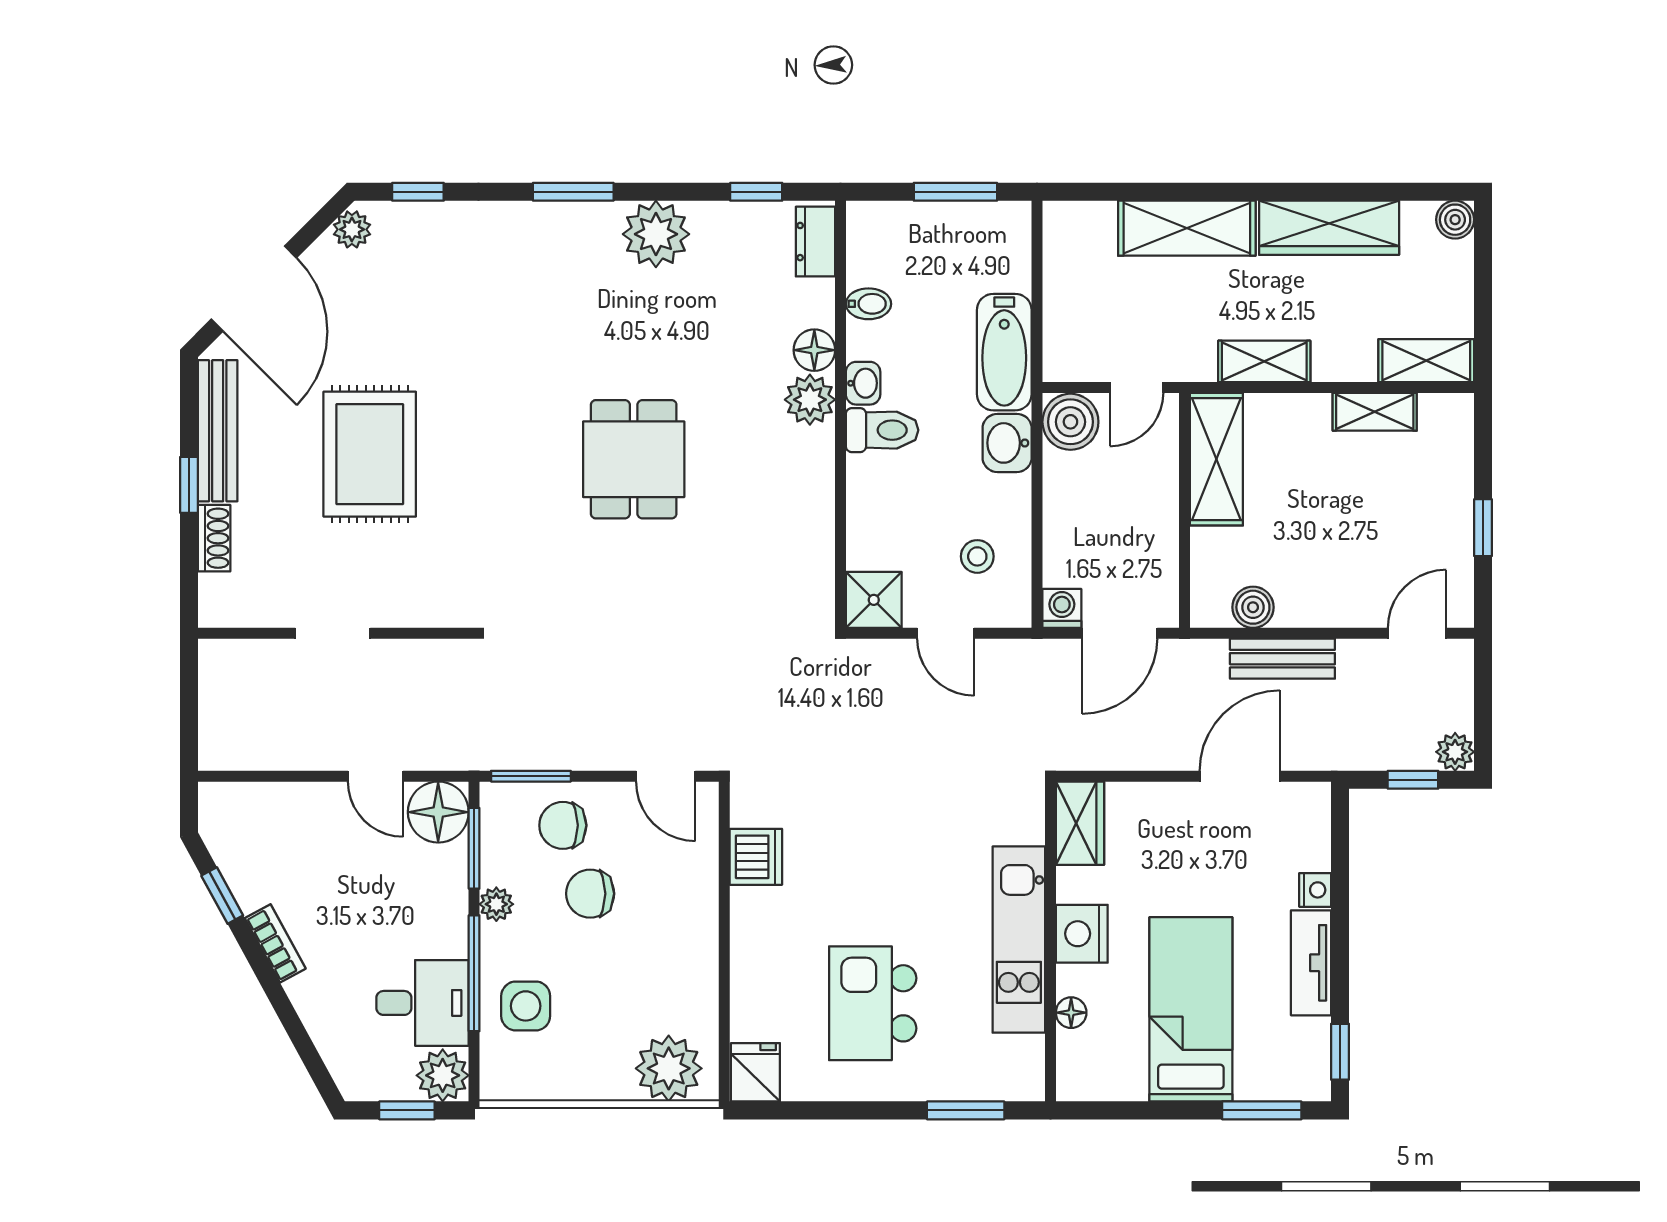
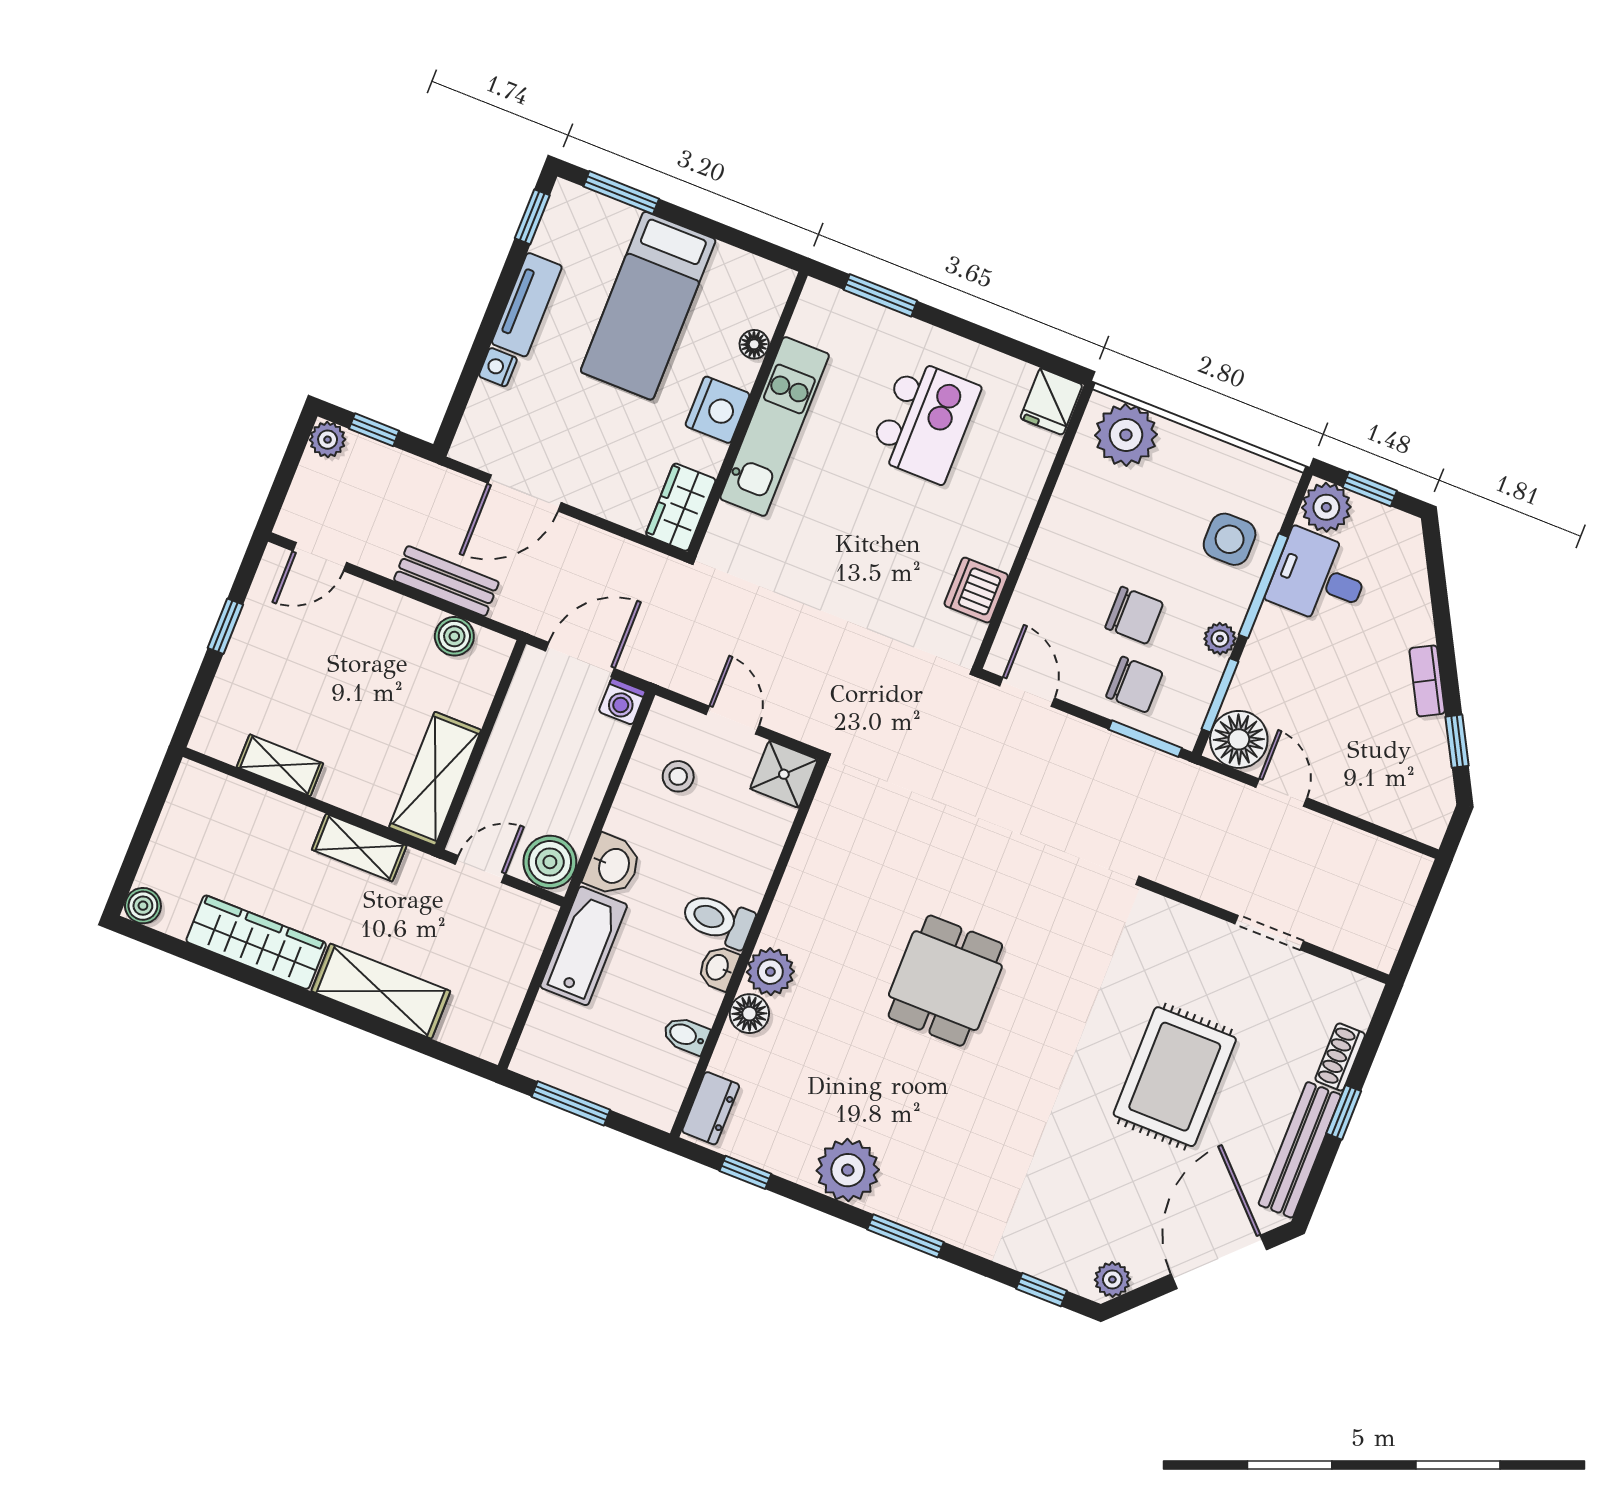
shelving: (1426, 361) -> (217, 792), removed

